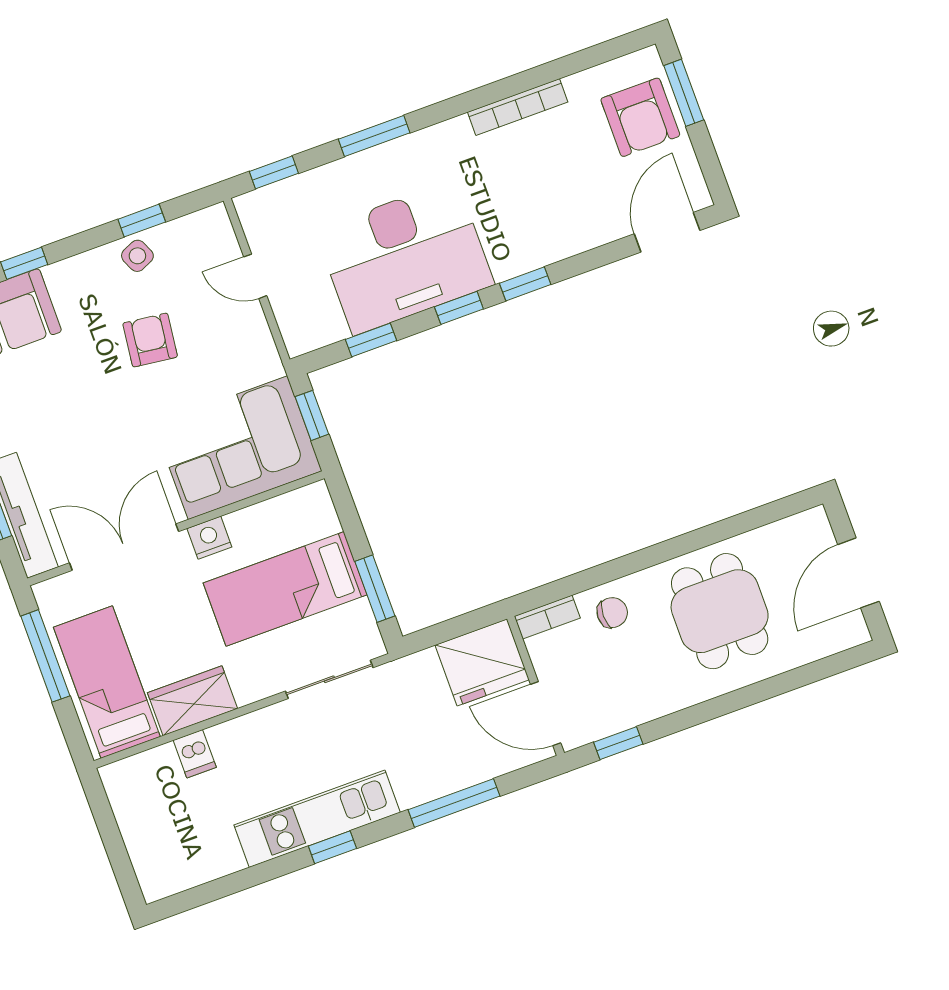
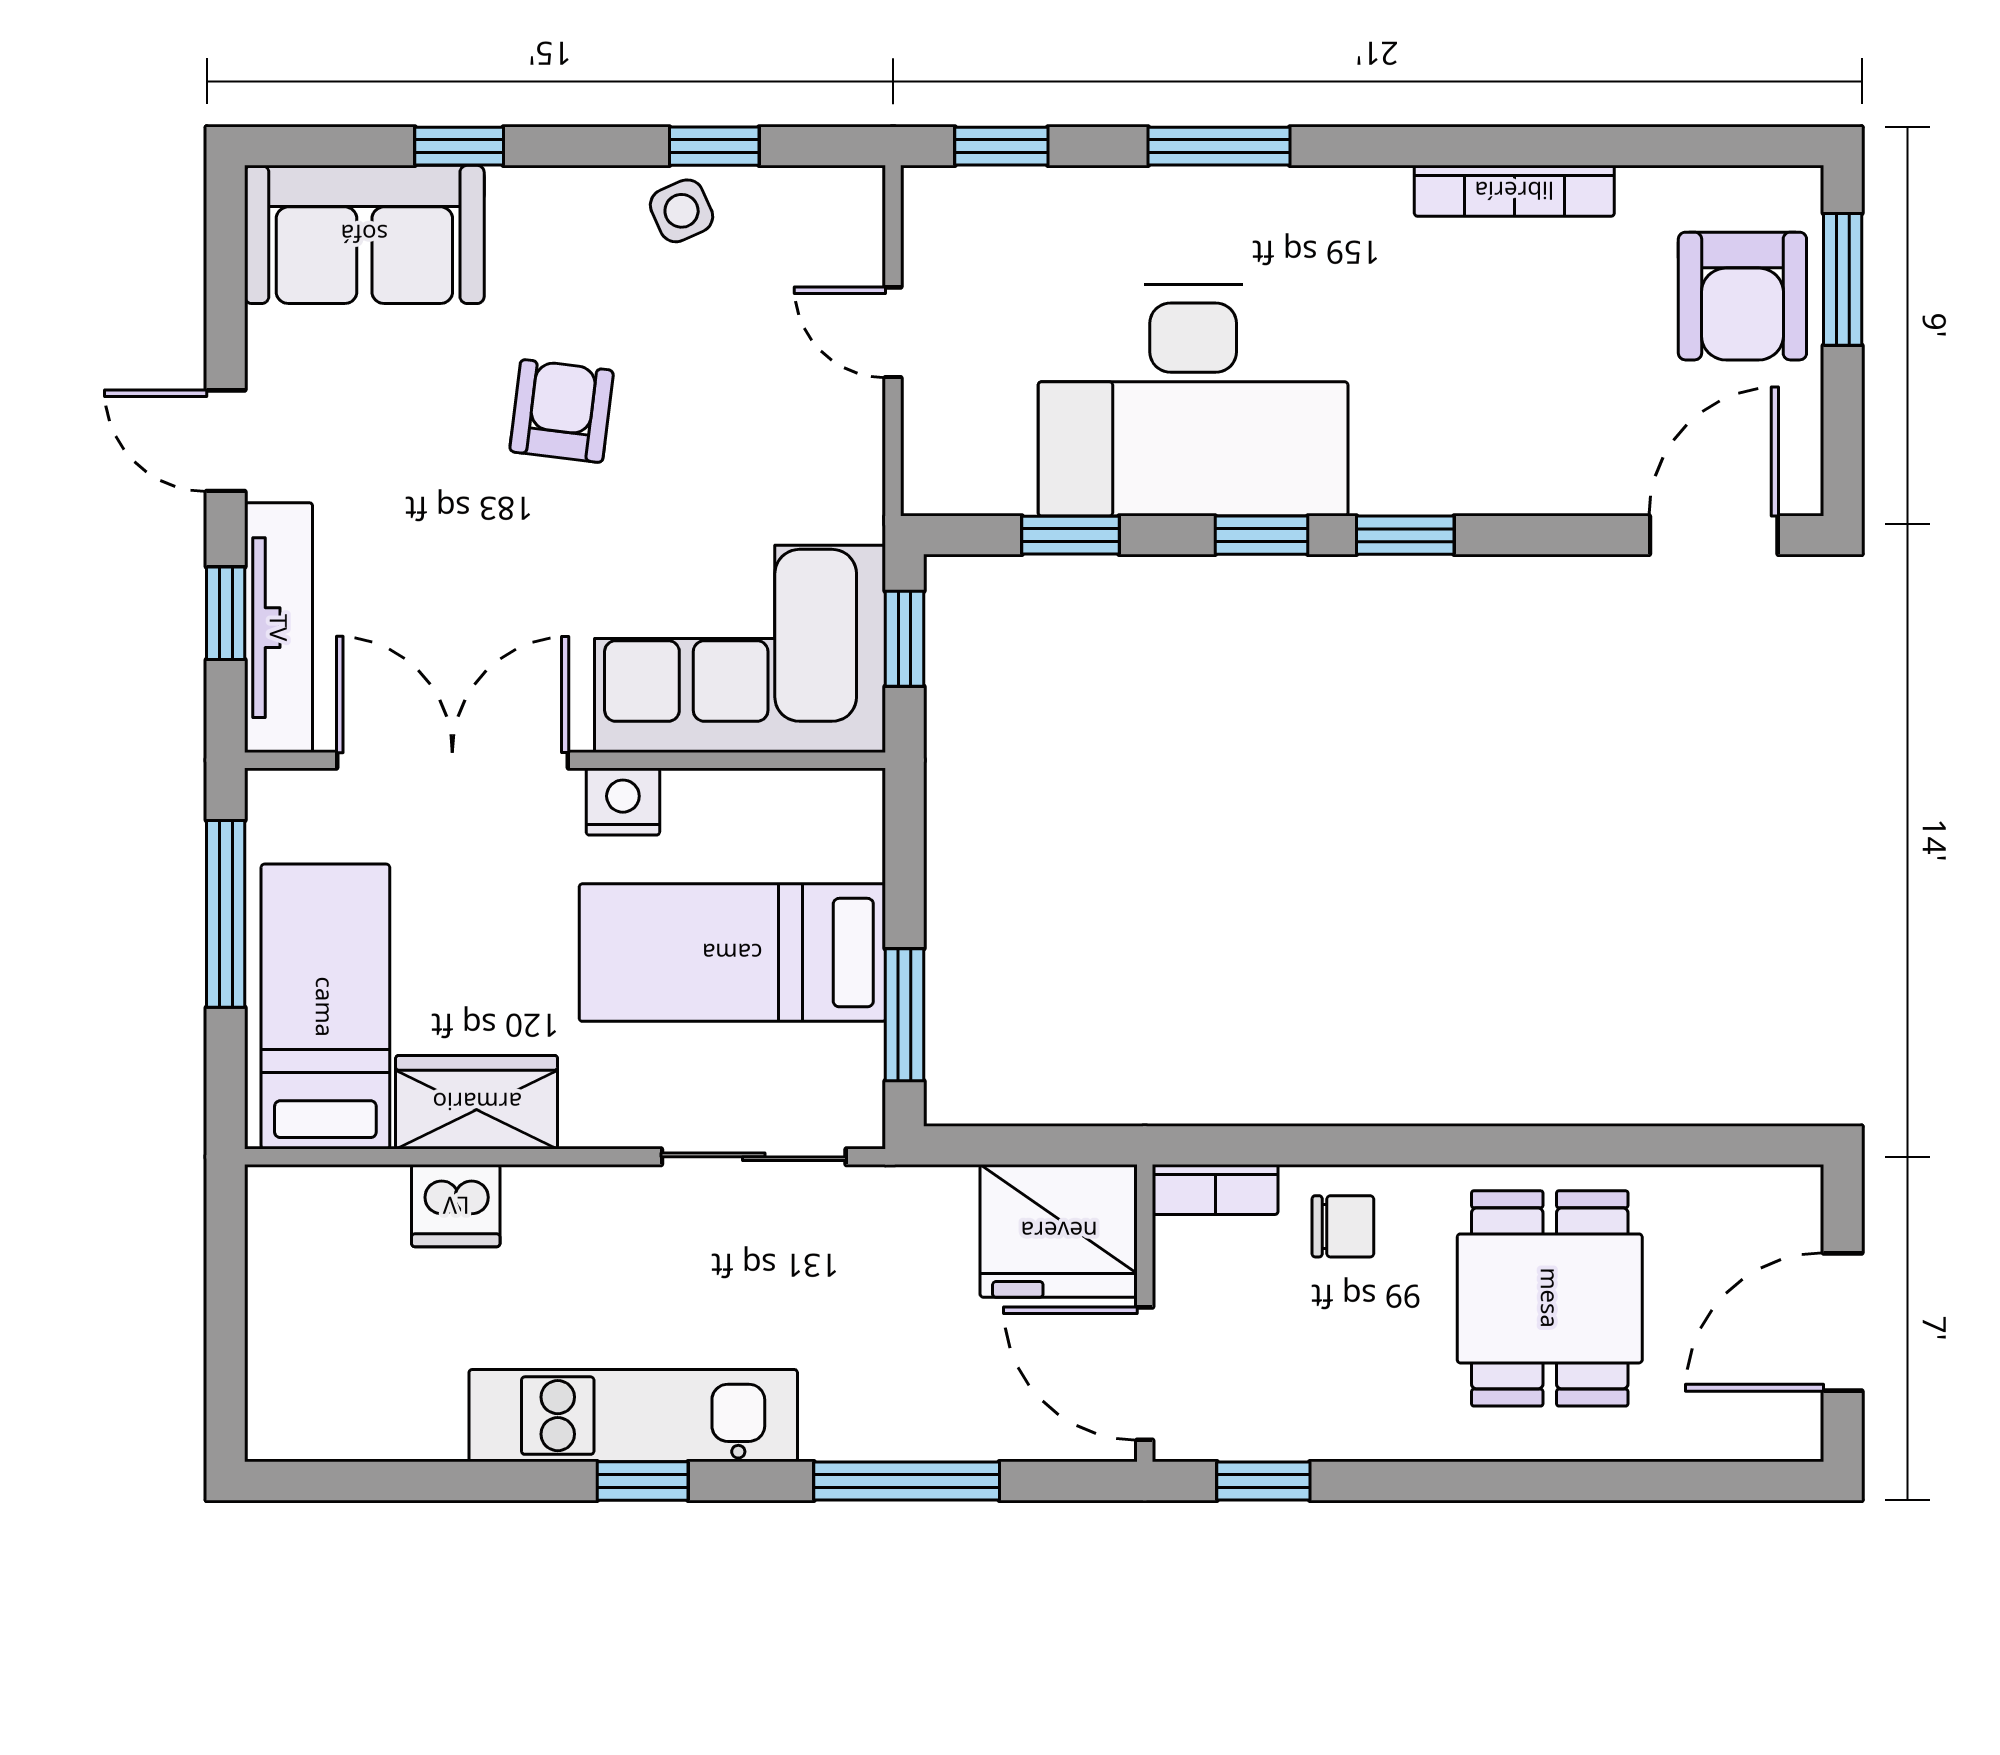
armchair: (150, 340) -> (562, 411), moved
dishwasher: (195, 754) -> (456, 1206), width x1.38

